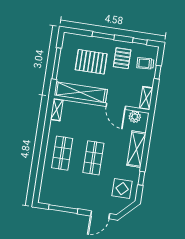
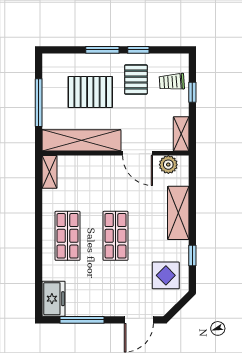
window: (140, 41) -> (138, 50), moved
freezer: (47, 193) -> (54, 299), added

